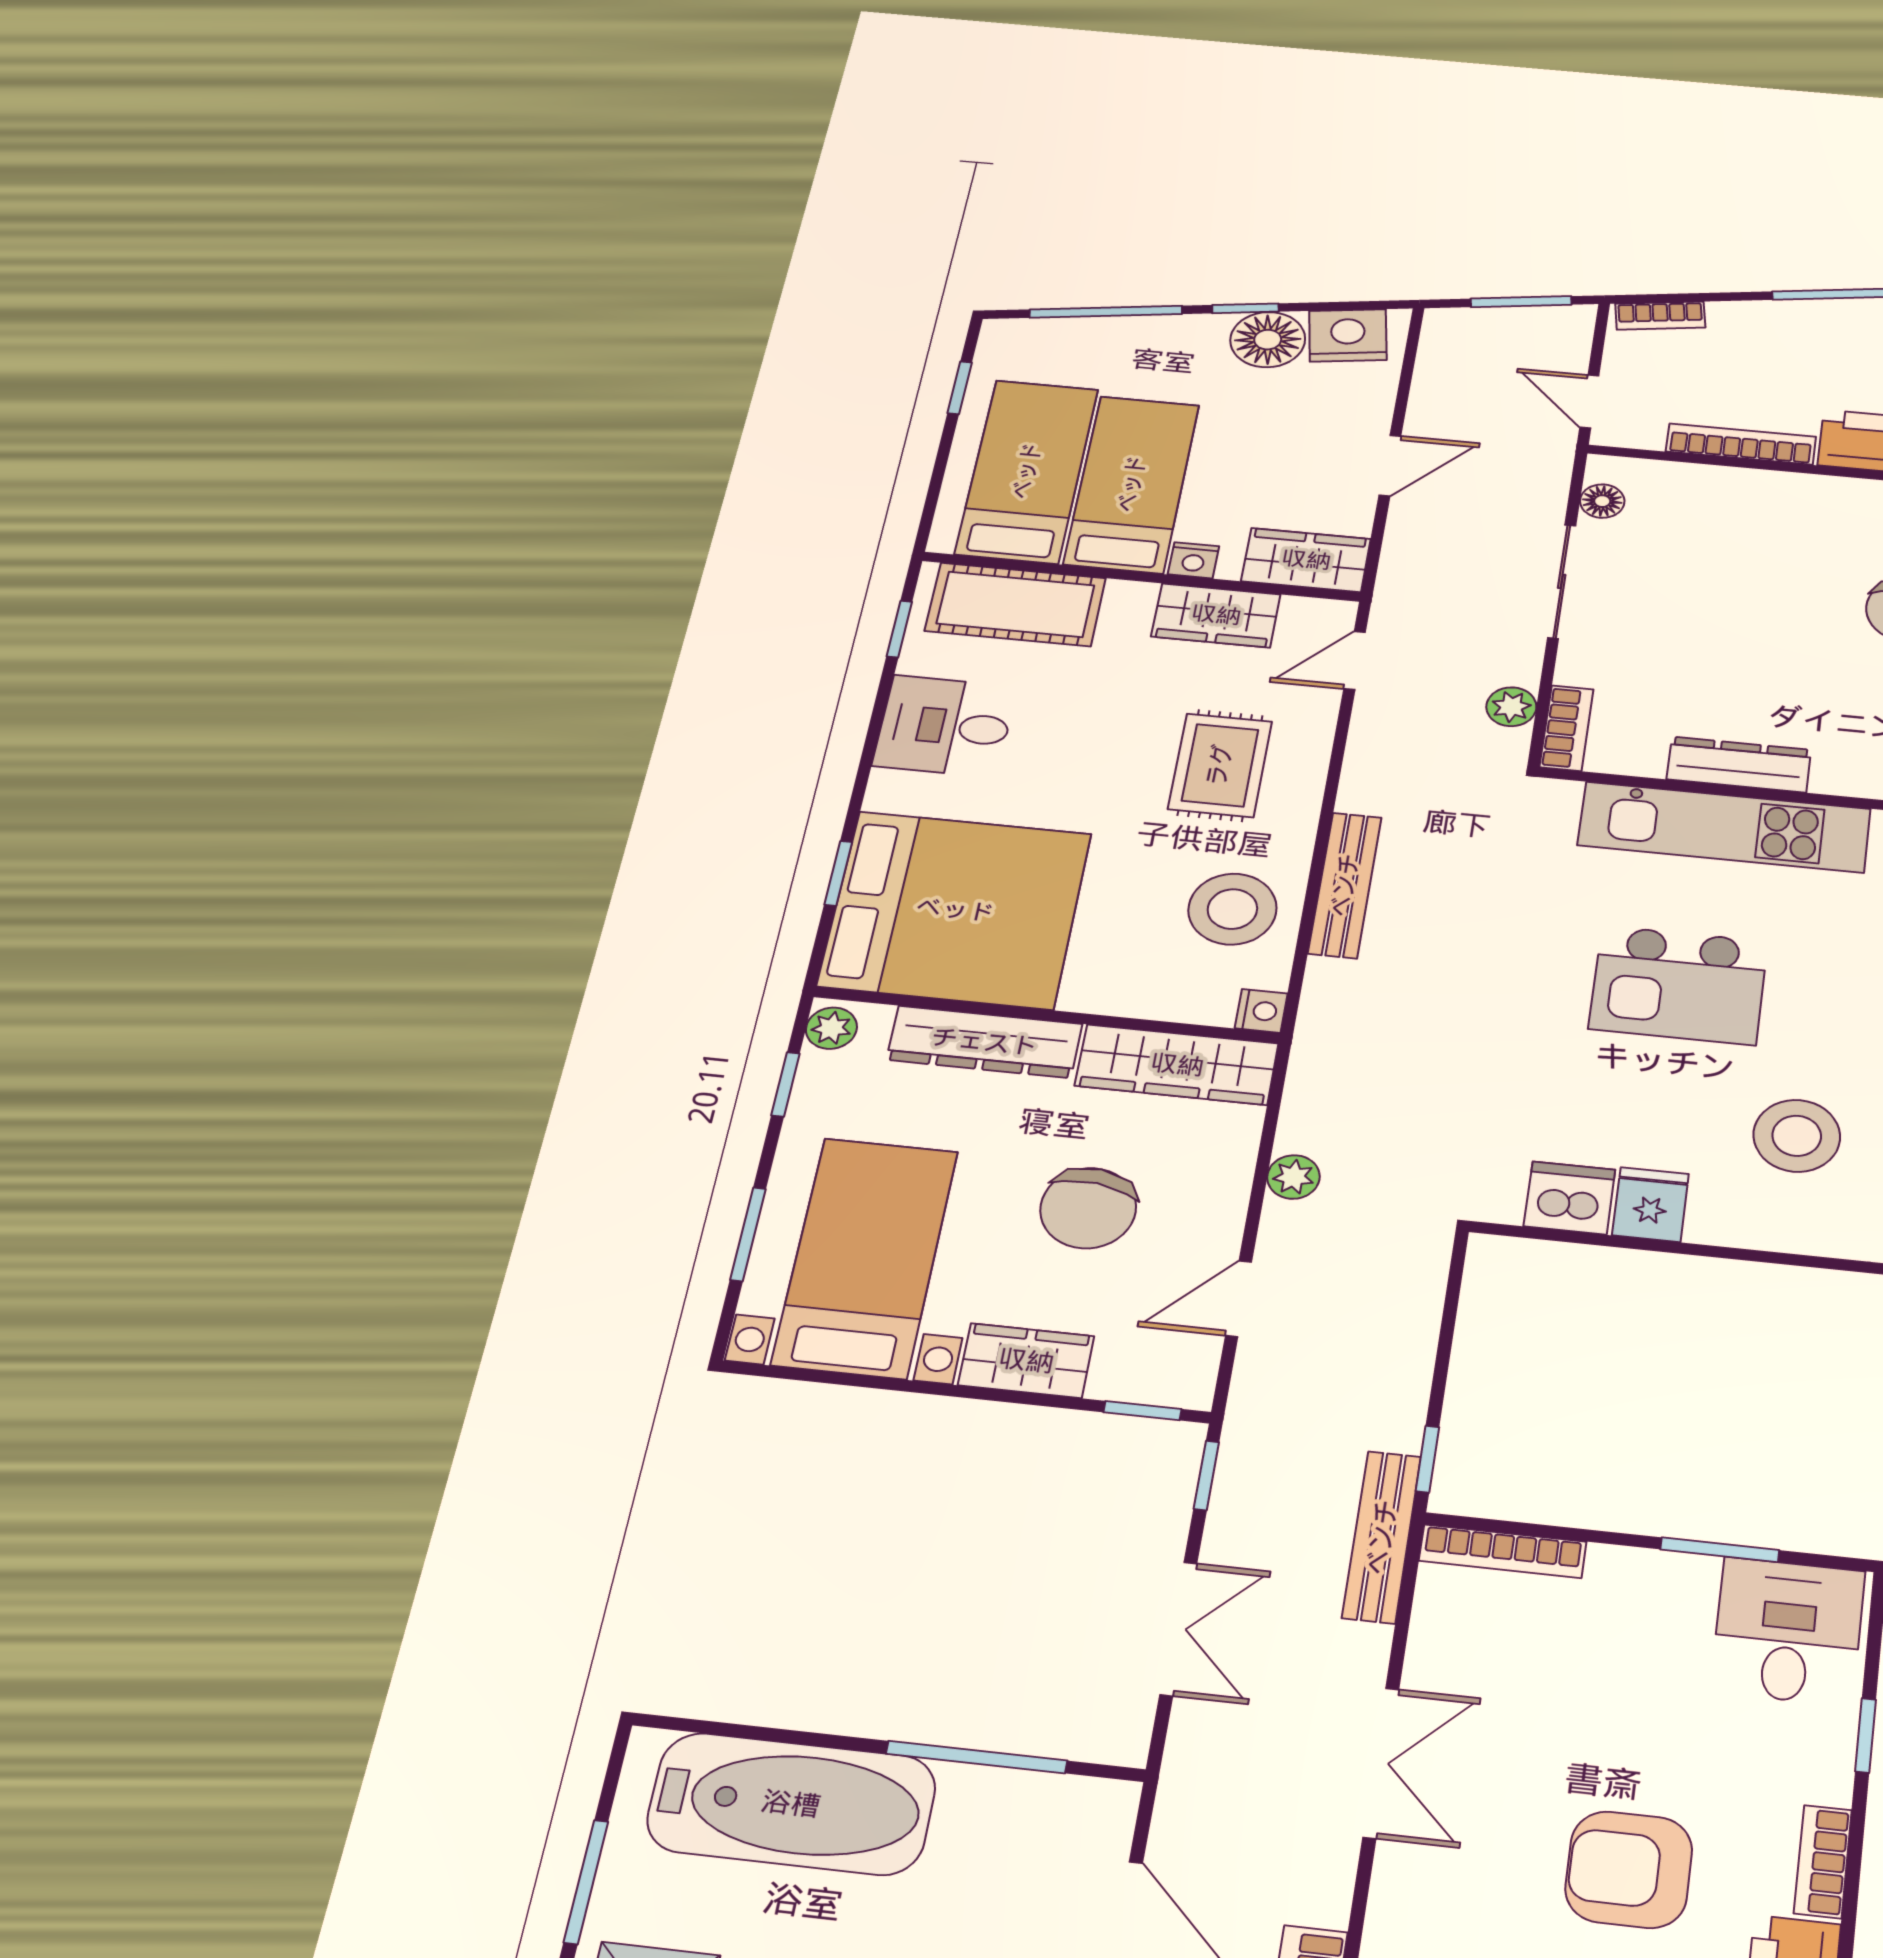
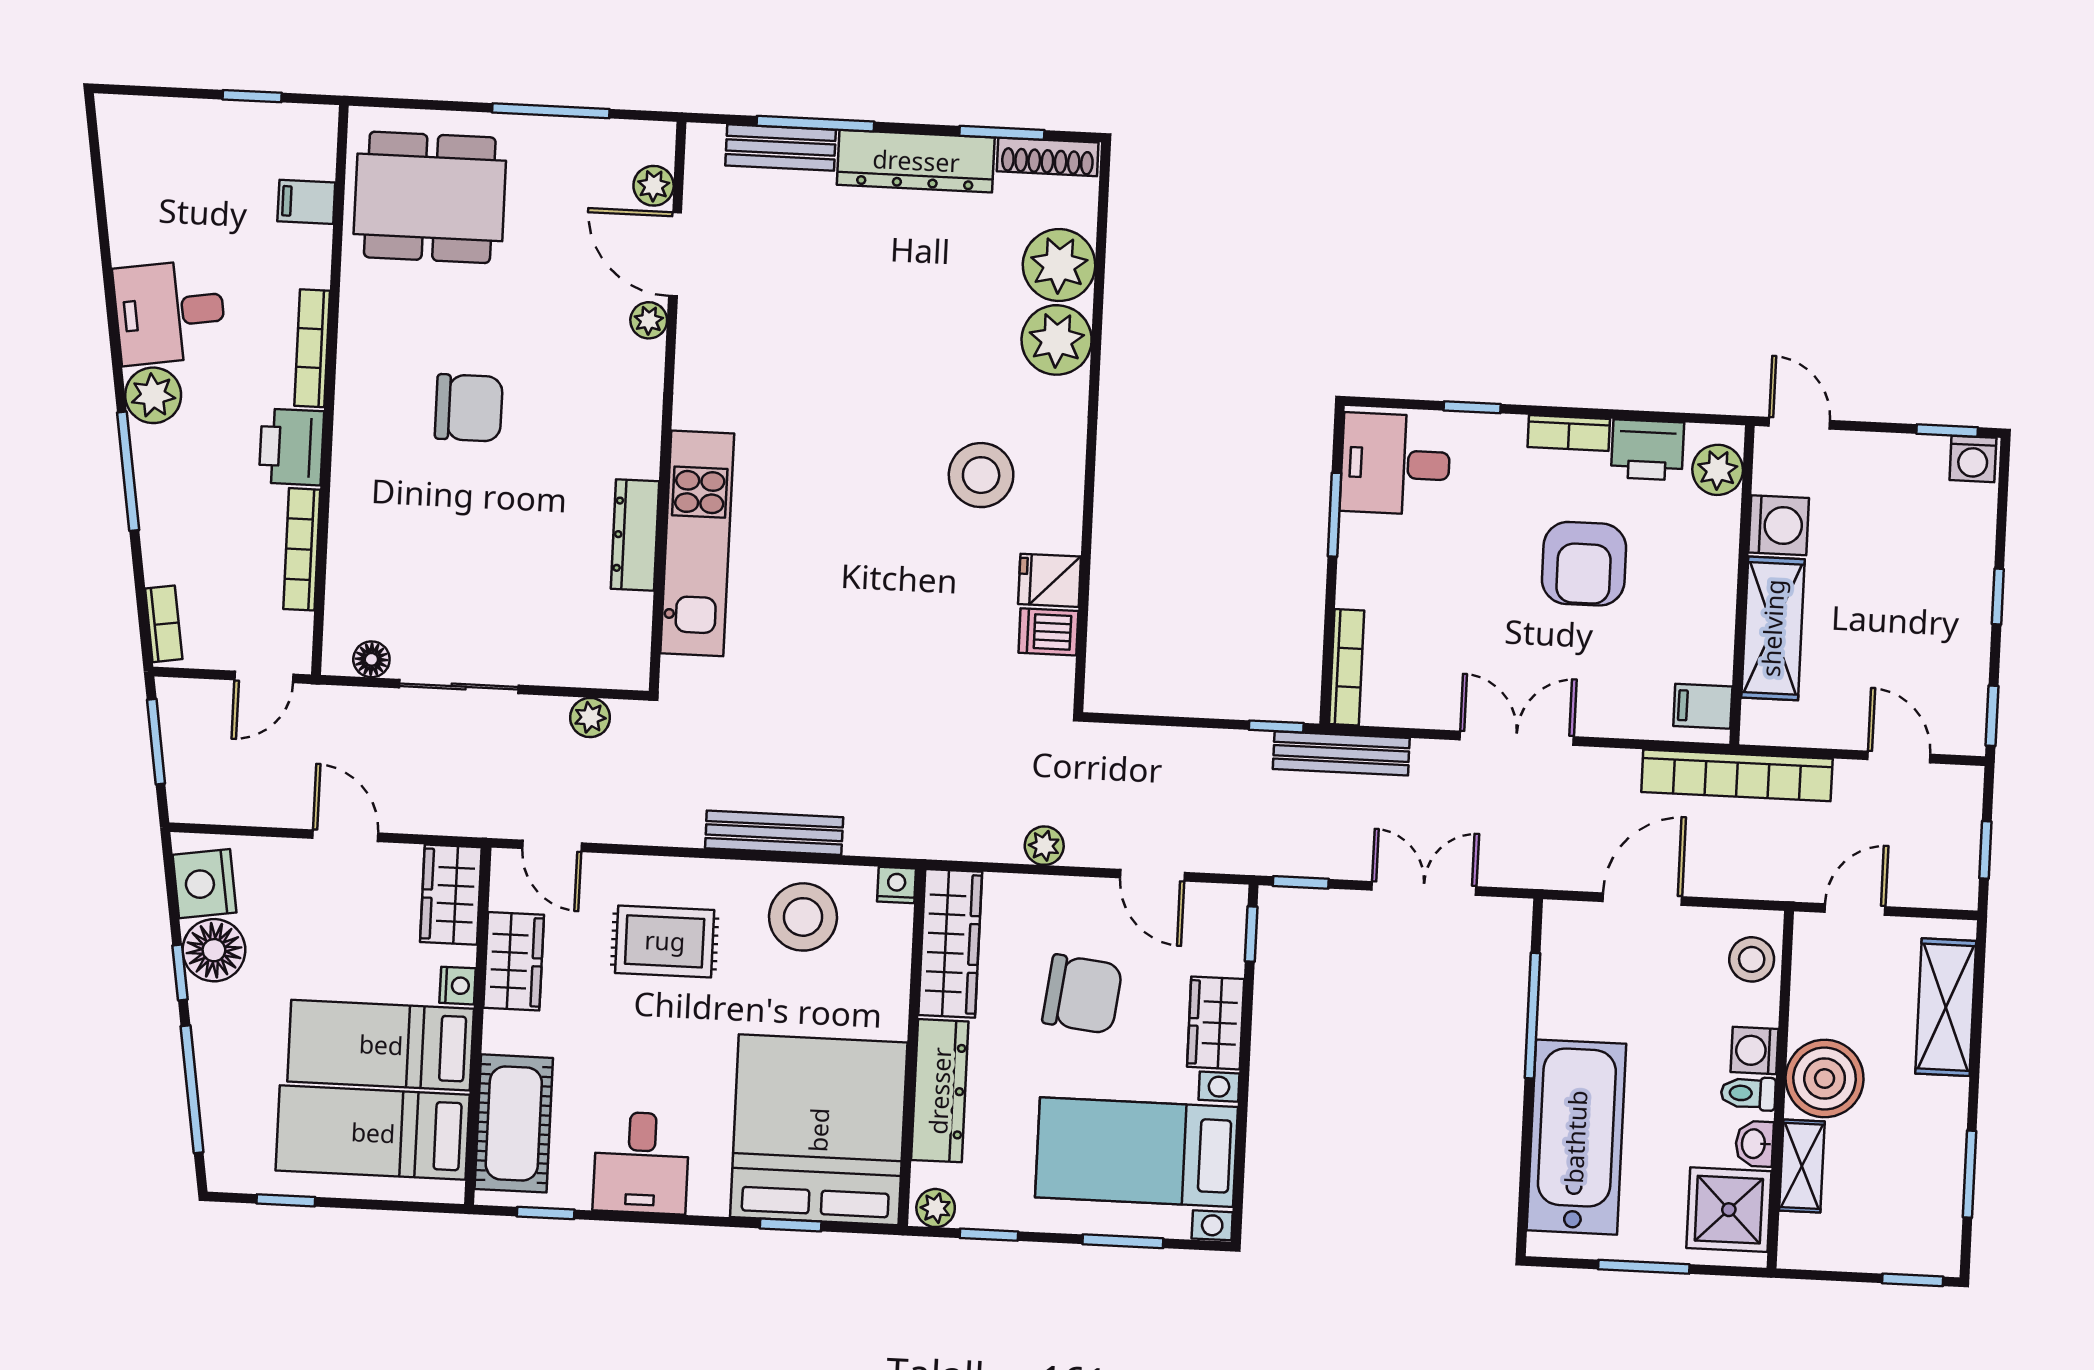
bookcase: (1567, 728) -> (608, 672), removed
kitchen island: (1678, 985) -> (850, 571), removed
dishwasher: (1569, 1198) -> (1048, 632), width x0.73

